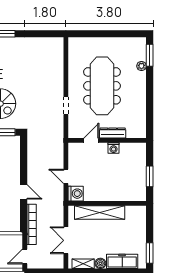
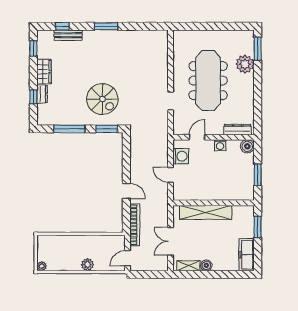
plant: (141, 66) -> (245, 64), width x1.88, depth x1.88
dresser: (113, 133) -> (238, 130), moved
boiler: (140, 149) -> (247, 146), added
washing machine: (76, 194) -> (181, 156), moved
window: (150, 253) -> (258, 227), moved
freezer: (122, 261) -> (247, 255), moved, turned -90

